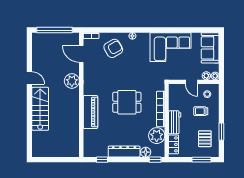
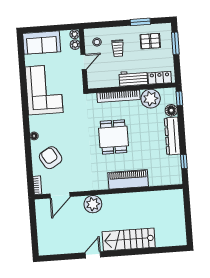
window: (55, 30) -> (34, 229), removed

